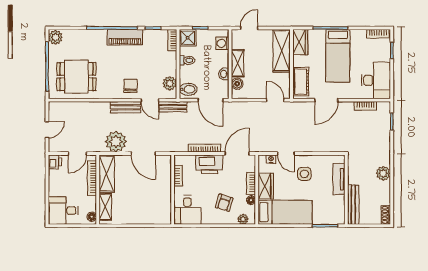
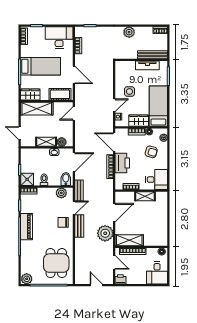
washing machine: (222, 43) -> (31, 153), removed
tv unit: (339, 179) -> (147, 65), moved
shelving: (105, 207) -> (145, 196), moved

